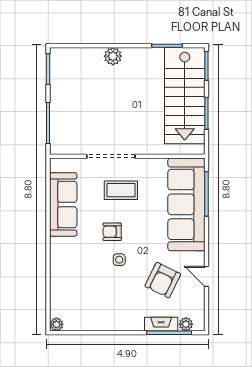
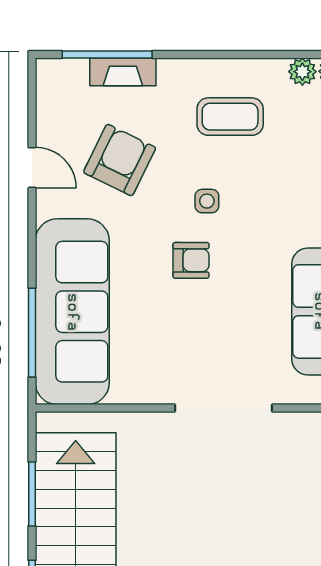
coffee table: (121, 190) -> (230, 117), moved
armchair: (112, 232) -> (191, 260), moved
plant: (186, 324) -> (302, 72), moved

